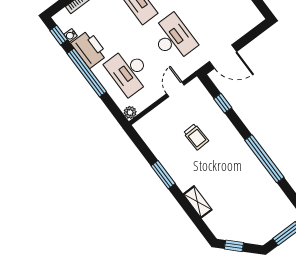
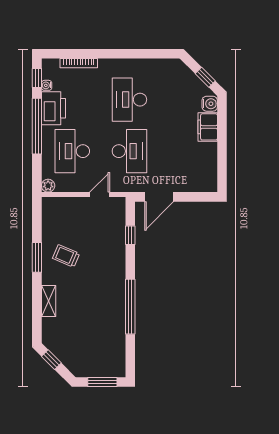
door: (223, 57) -> (159, 197), hinge flipped
trolley: (196, 137) -> (66, 256), moved, turned 115

